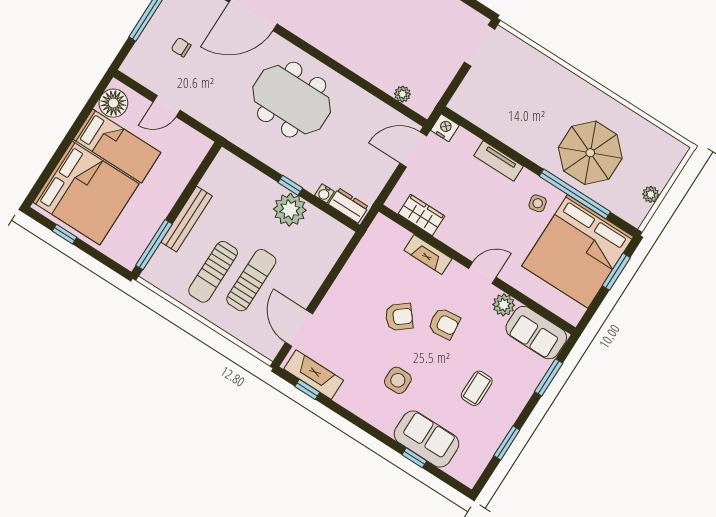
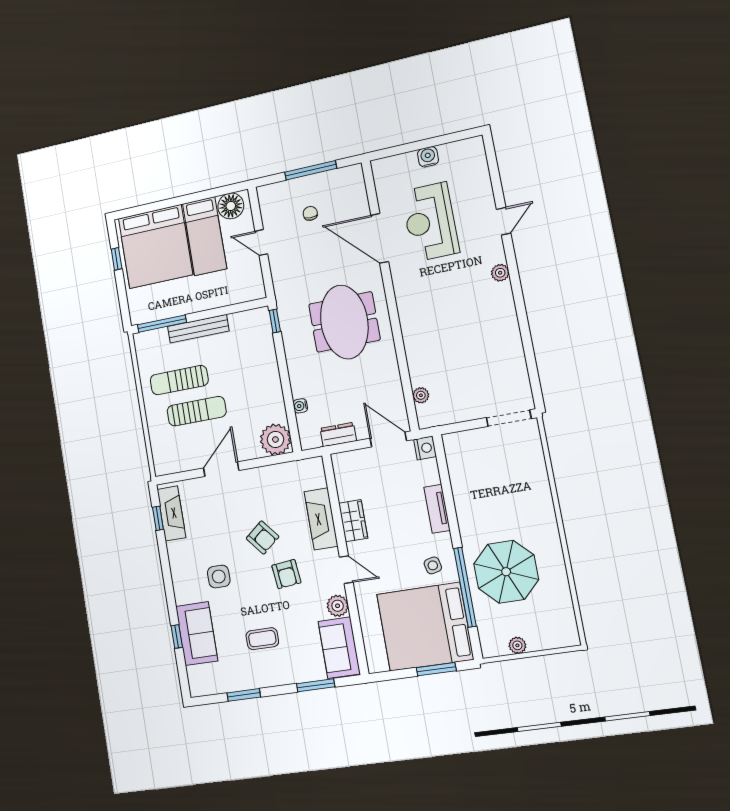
window: (290, 185) -> (275, 321), moved
dresser: (348, 205) -> (338, 435), moved, turned -90
plant: (290, 210) -> (275, 439), moved
wardrobe: (421, 215) -> (353, 521), moved
fireplace: (428, 255) -> (321, 519), width x1.37, depth x1.32
door: (299, 328) -> (221, 469), moved

